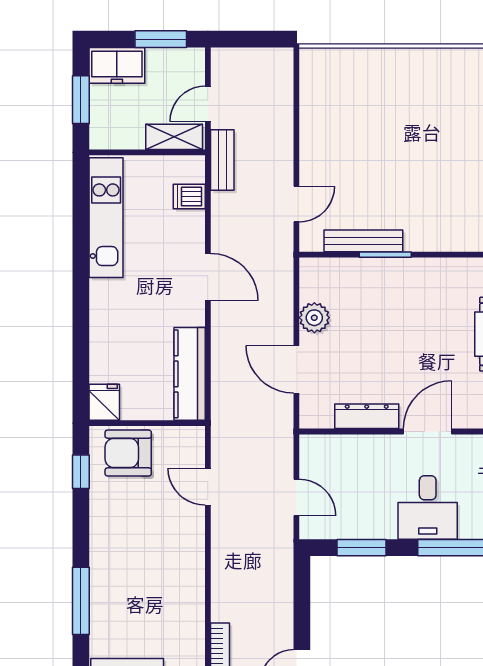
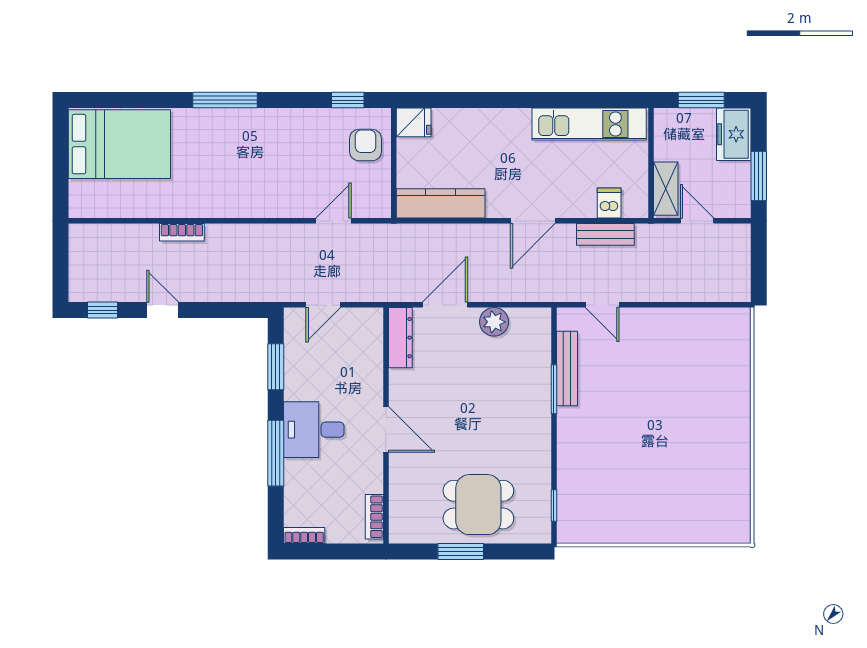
bench: (222, 160) -> (605, 234), moved
dresser: (367, 416) -> (400, 338), moved
armchair: (128, 453) -> (366, 145), width x0.72, depth x0.72

